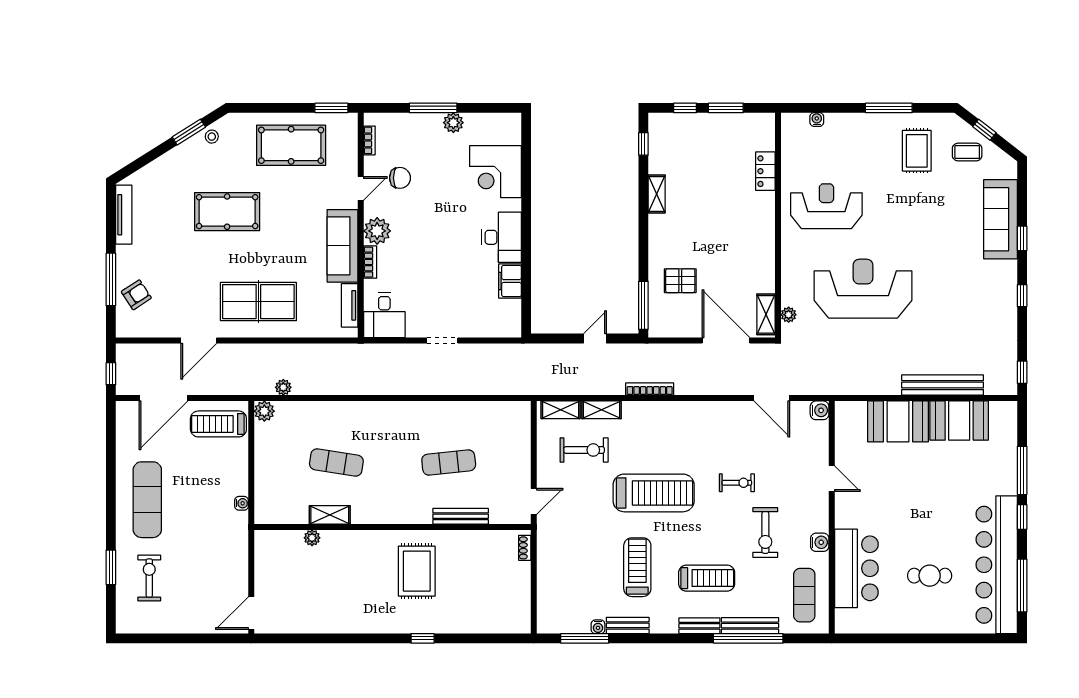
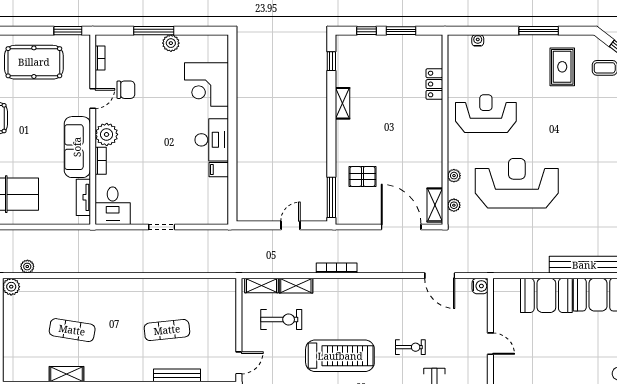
plant: (789, 280) -> (454, 176), added
filing cabinet: (510, 281) -> (219, 170), width x0.50

